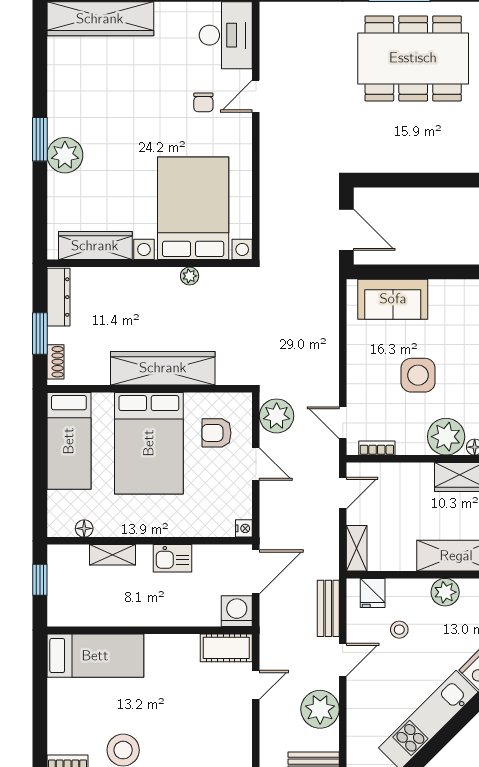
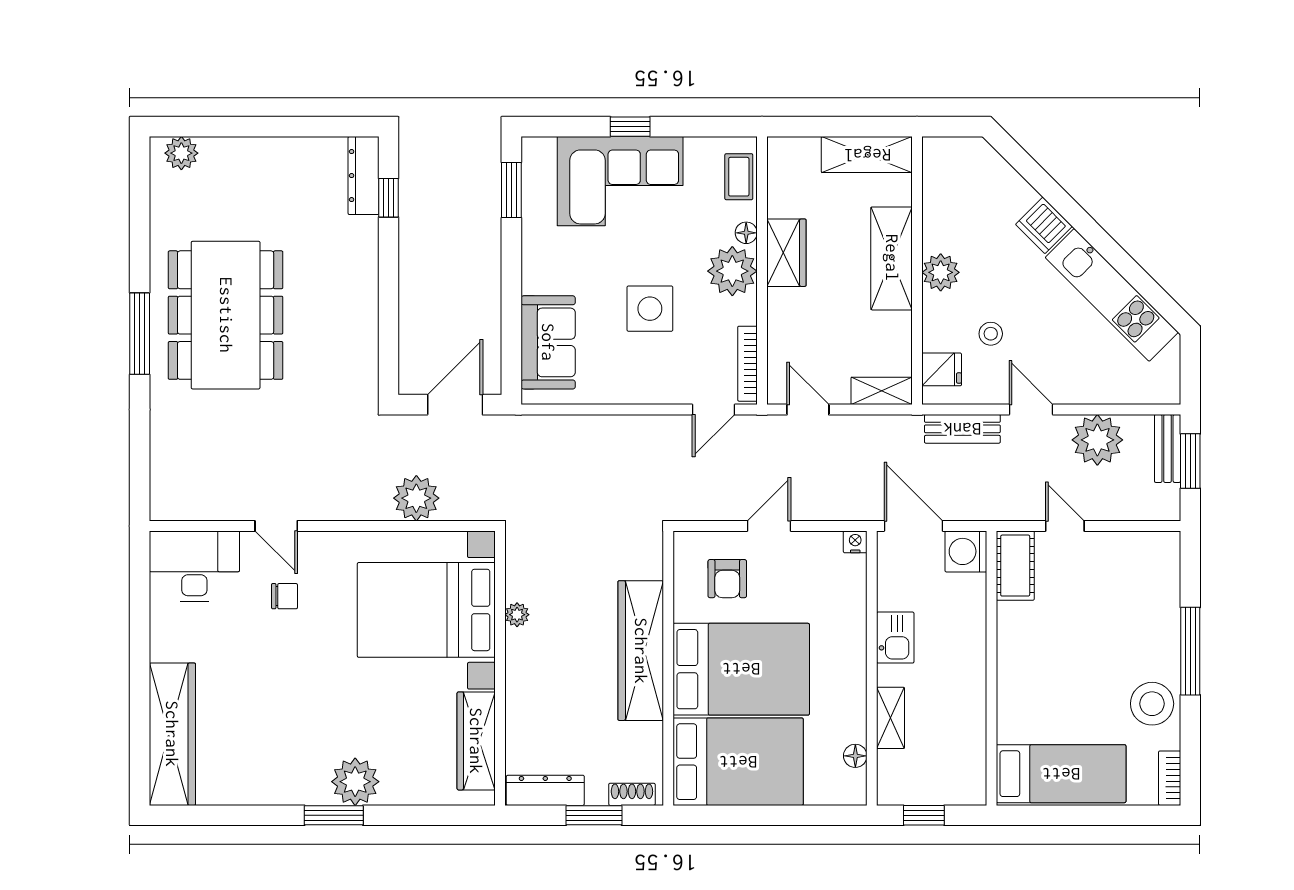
plant: (277, 416) -> (416, 498), moved
bed: (69, 441) -> (738, 762), width x1.50
bookcase: (377, 448) -> (747, 364), width x1.56
bed: (95, 656) -> (1061, 774), moved, turned 90

